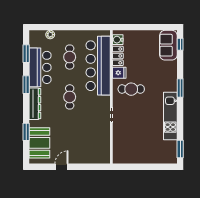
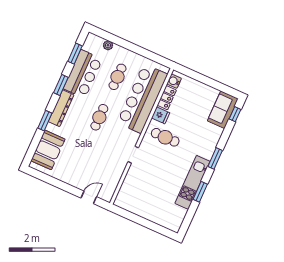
window: (26, 132) -> (45, 121), moved
window: (180, 149) -> (200, 192), moved
door: (61, 167) -> (89, 197), moved

